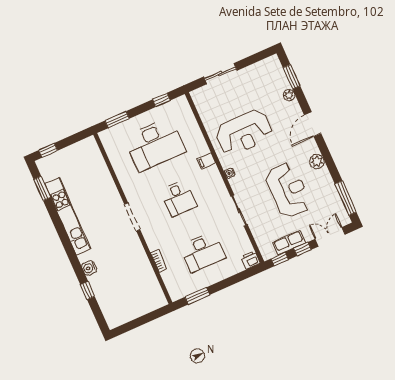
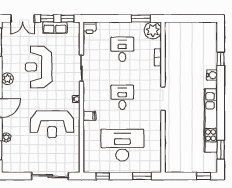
sliding door: (220, 74) -> (50, 176), width x1.37
reception desk: (244, 133) -> (52, 124), turned 180
desk: (203, 252) -> (122, 49), width x0.73
plant: (178, 288) -> (153, 30), added

